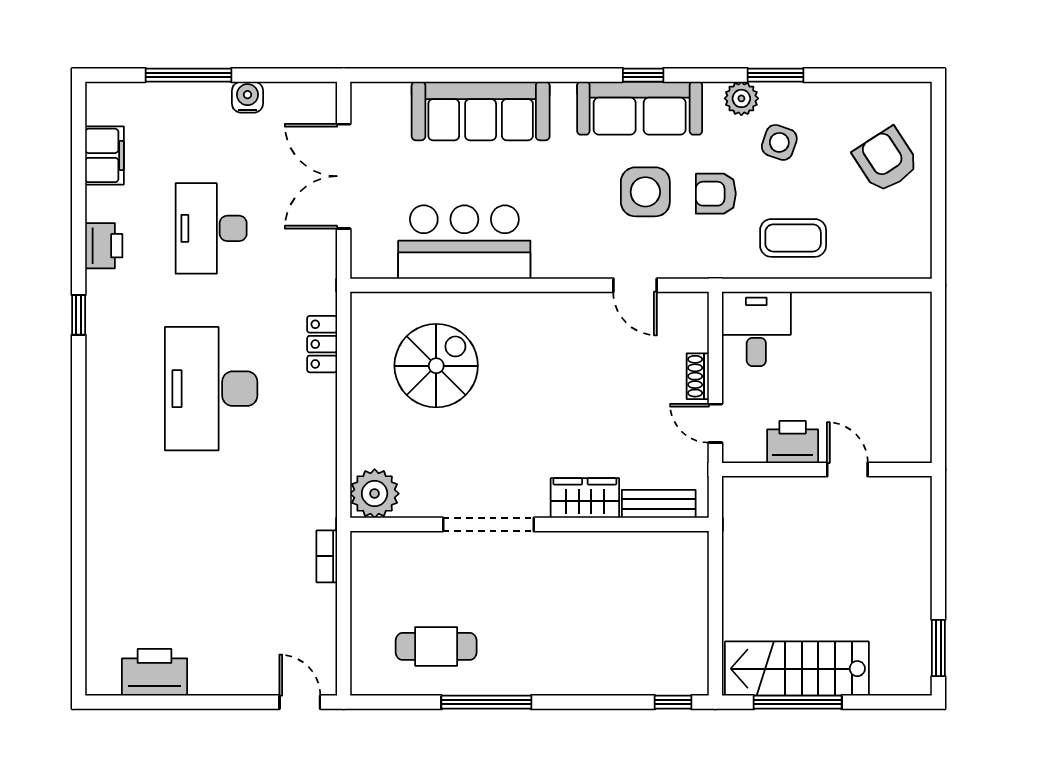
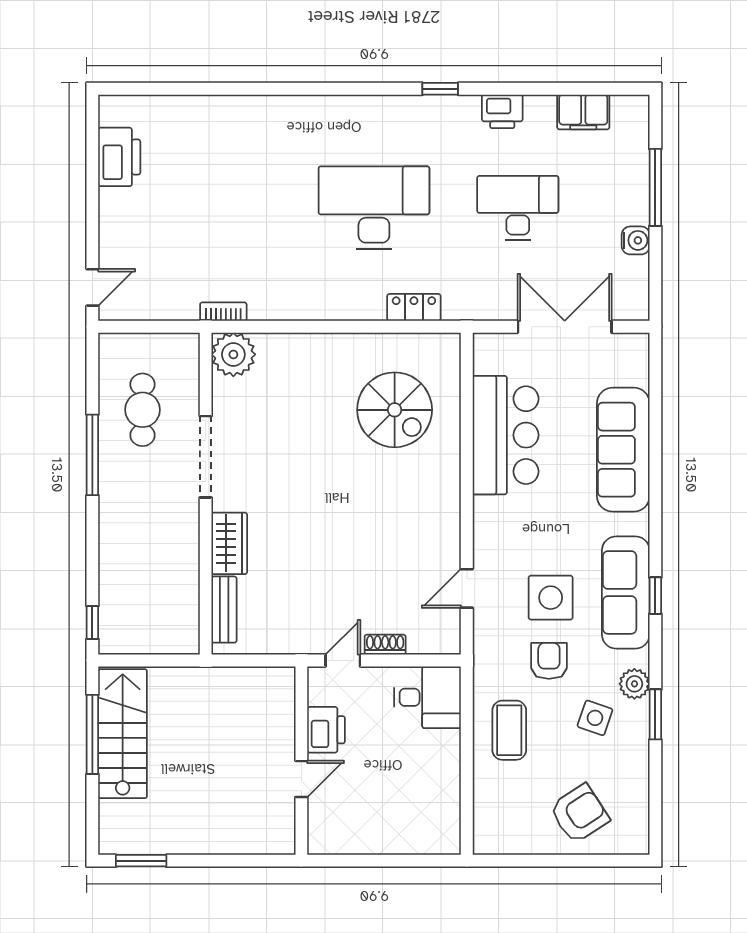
plant: (375, 494) -> (233, 354), moved
wardrobe: (585, 498) -> (229, 543), moved
bench: (659, 504) -> (224, 610), moved
doorway: (488, 524) -> (206, 457), moved
wall: (530, 524) -> (206, 494), moved

